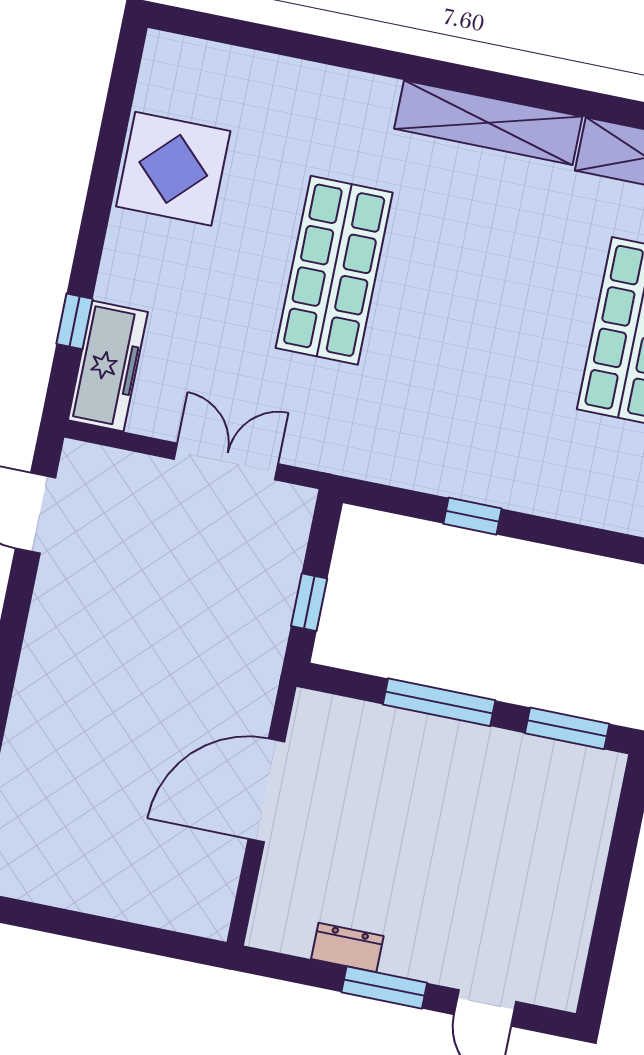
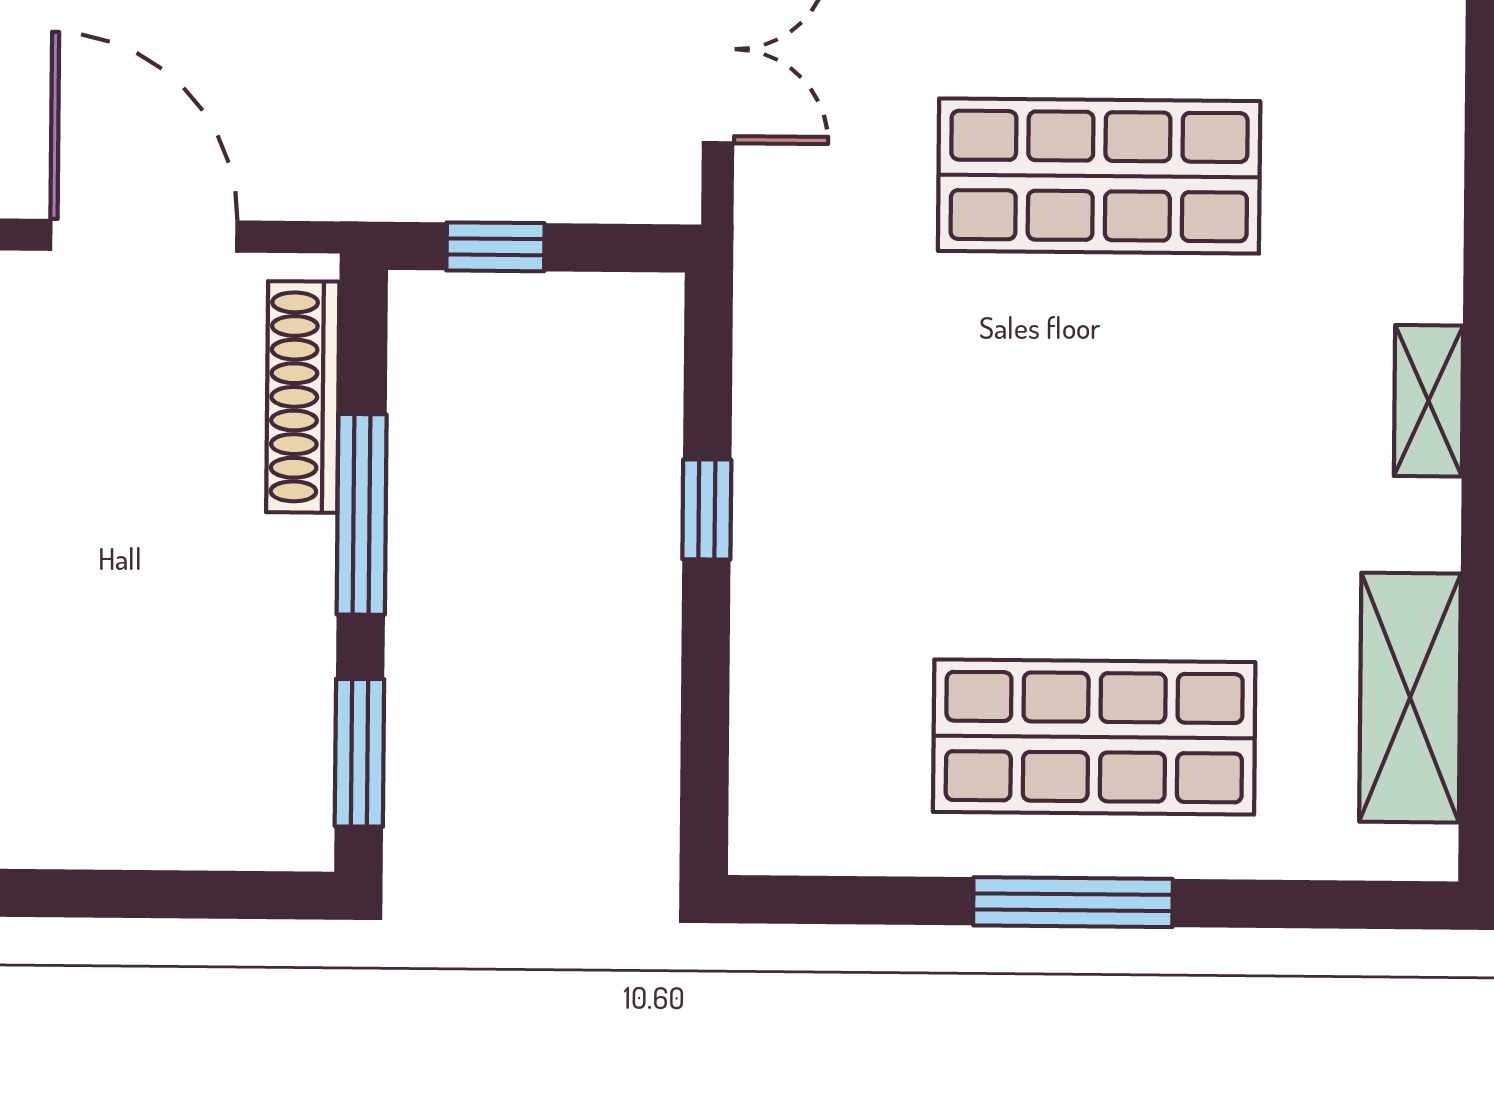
shelving: (488, 123) -> (1428, 401), width x0.45, depth x0.75
shoe rack: (370, 722) -> (303, 397), added

